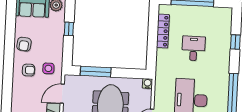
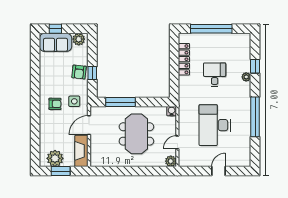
window: (69, 29) -> (92, 73), moved
armchair: (24, 44) -> (79, 72), moved
plant: (226, 52) -> (246, 77), added

